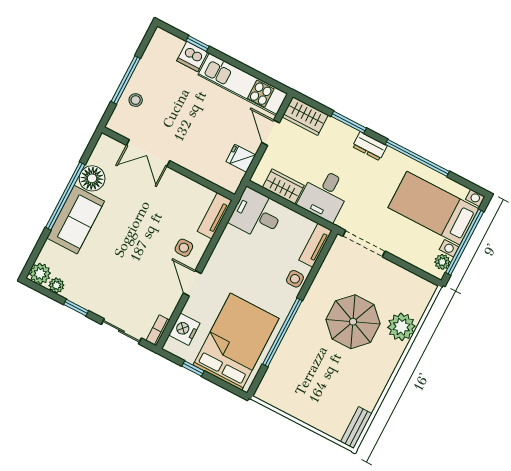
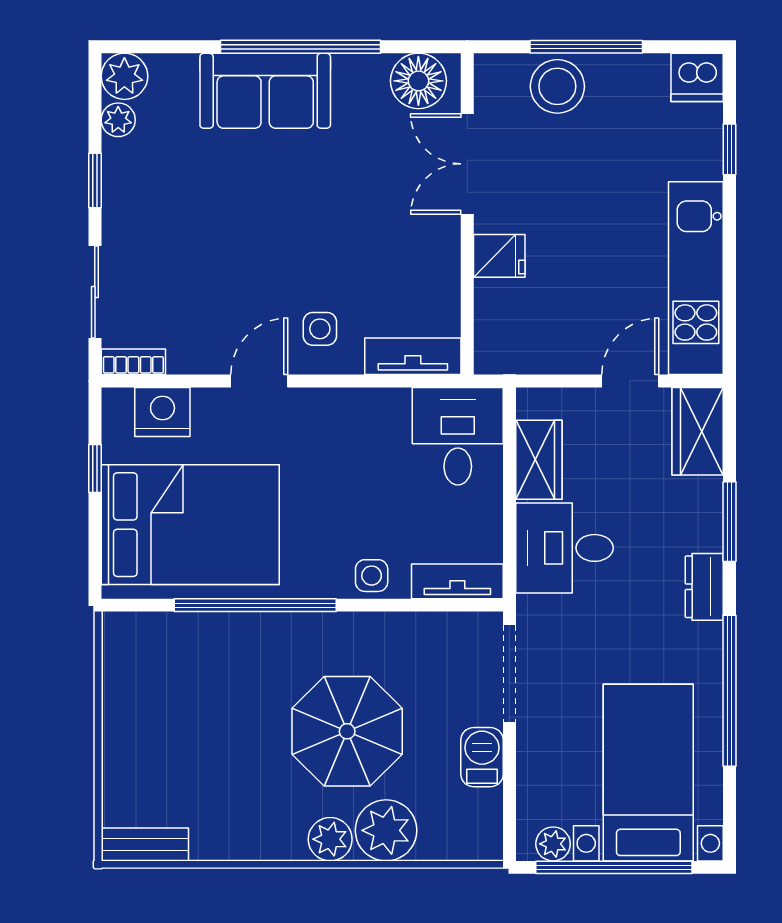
dishwasher: (192, 57) -> (697, 77), moved, turned -90
stool: (136, 100) -> (557, 86), width x1.89, depth x1.89
fridge: (241, 158) -> (499, 256), moved, turned 90
floor lamp: (92, 178) -> (418, 81), moved
barbecue: (392, 272) -> (482, 757), added
plant: (393, 351) -> (330, 839), added

